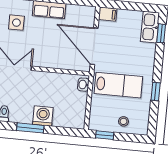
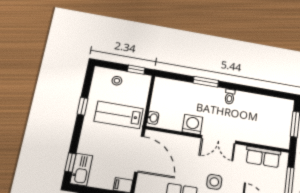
washing machine: (43, 116) -> (192, 124), moved, turned 180

